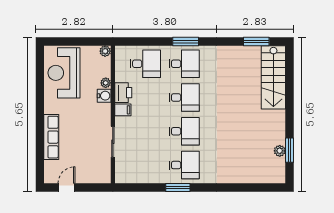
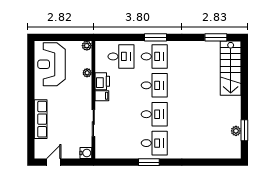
water cooler: (104, 96) -> (86, 153), moved

